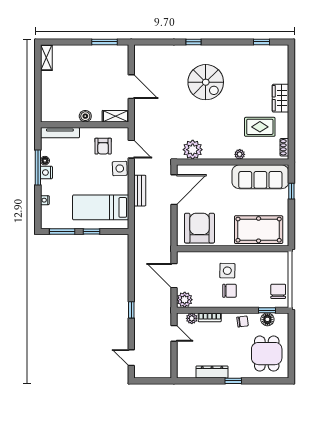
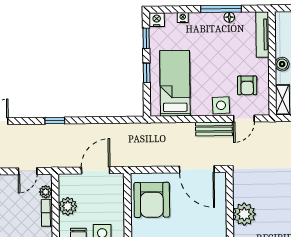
armchair: (103, 146) -> (247, 85), turned -90
plant: (193, 150) -> (244, 214), moved
nightstand: (46, 172) -> (157, 20), moved
bench: (140, 191) -> (214, 129), moved
armchair: (199, 228) -> (152, 200), turned 90
window: (62, 231) -> (146, 38), width x0.67
plant: (185, 300) -> (68, 206), moved

